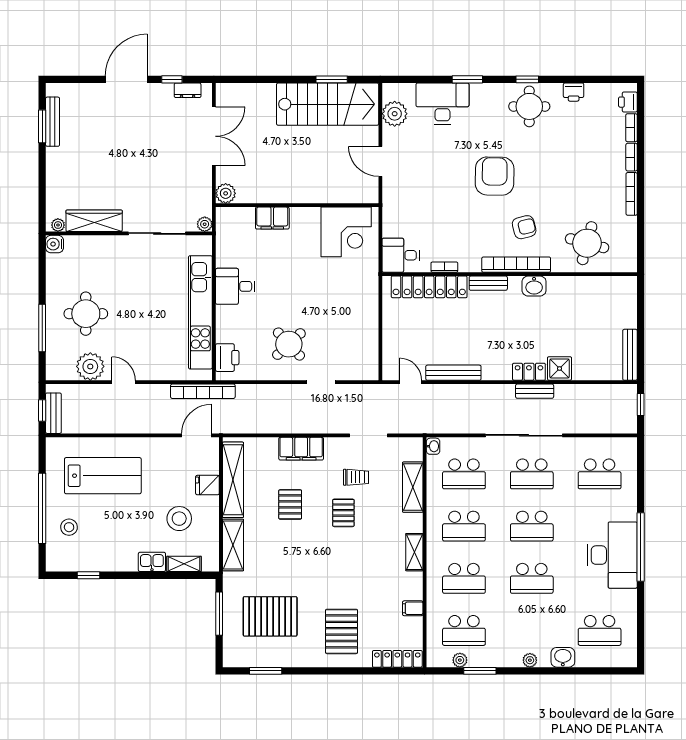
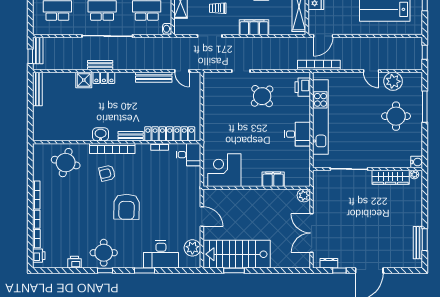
plant: (205, 224) -> (318, 175), removed
bench: (53, 413) -> (38, 51), moved

